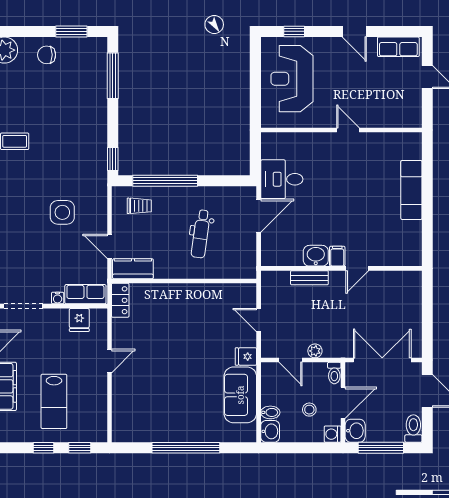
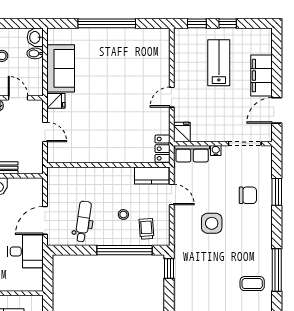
trolley: (139, 206) -> (146, 229), turned 86
stool: (166, 223) -> (123, 215), added
dental chair: (201, 234) -> (83, 221), moved
chair: (20, 245) -> (248, 195), added
fridge: (79, 320) -> (182, 132), moved

